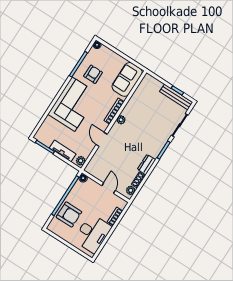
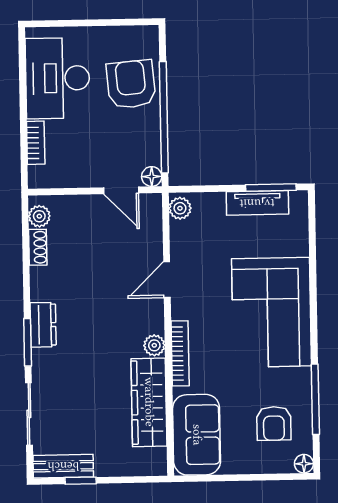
armchair: (93, 74) -> (274, 423), moved
bench: (176, 97) -> (63, 466), width x0.73
wardrobe: (136, 101) -> (149, 402), added
door: (102, 139) -> (167, 280), swing flipped
tv unit: (63, 151) -> (257, 203), moved
dresser: (147, 165) -> (43, 325), moved
door: (109, 188) -> (121, 190), moved
armchair: (69, 214) -> (131, 84), turned 85

